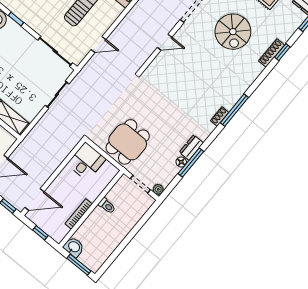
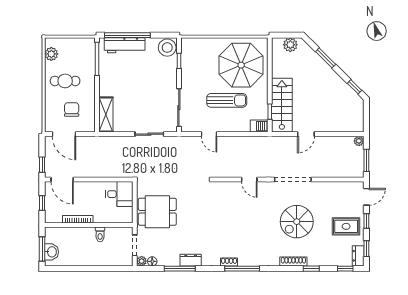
shoe rack: (272, 53) -> (293, 261), moved
floor lamp: (181, 162) -> (152, 261), moved
washbasin: (74, 247) -> (52, 252), moved

